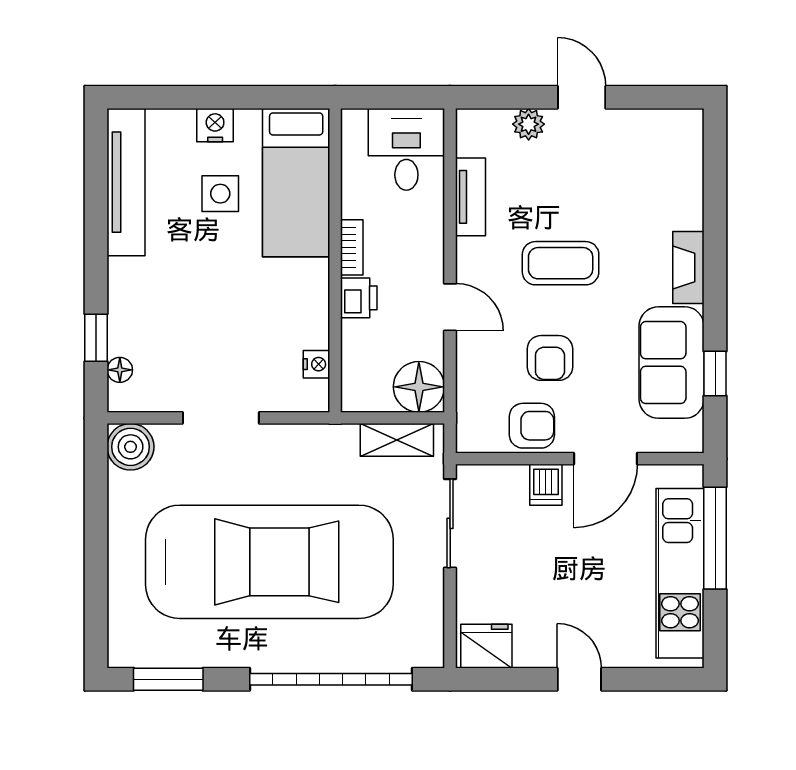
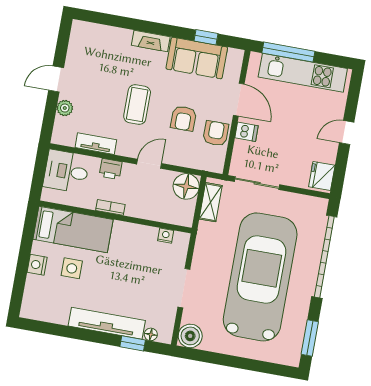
tv unit: (126, 182) -> (107, 323), moved
printer: (359, 298) -> (111, 169), moved, turned 180
armchair: (550, 358) -> (183, 118), turned 90

